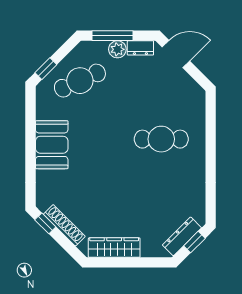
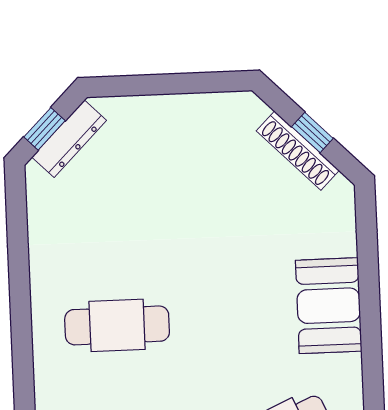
window: (45, 223) -> (312, 133), moved
wardrobe: (114, 248) -> (199, 112), removed

